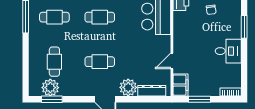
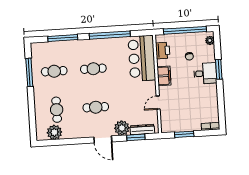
desk: (228, 51) -> (205, 73), moved
filing cabinet: (181, 85) -> (164, 76), moved
window: (52, 99) -> (136, 137), moved

